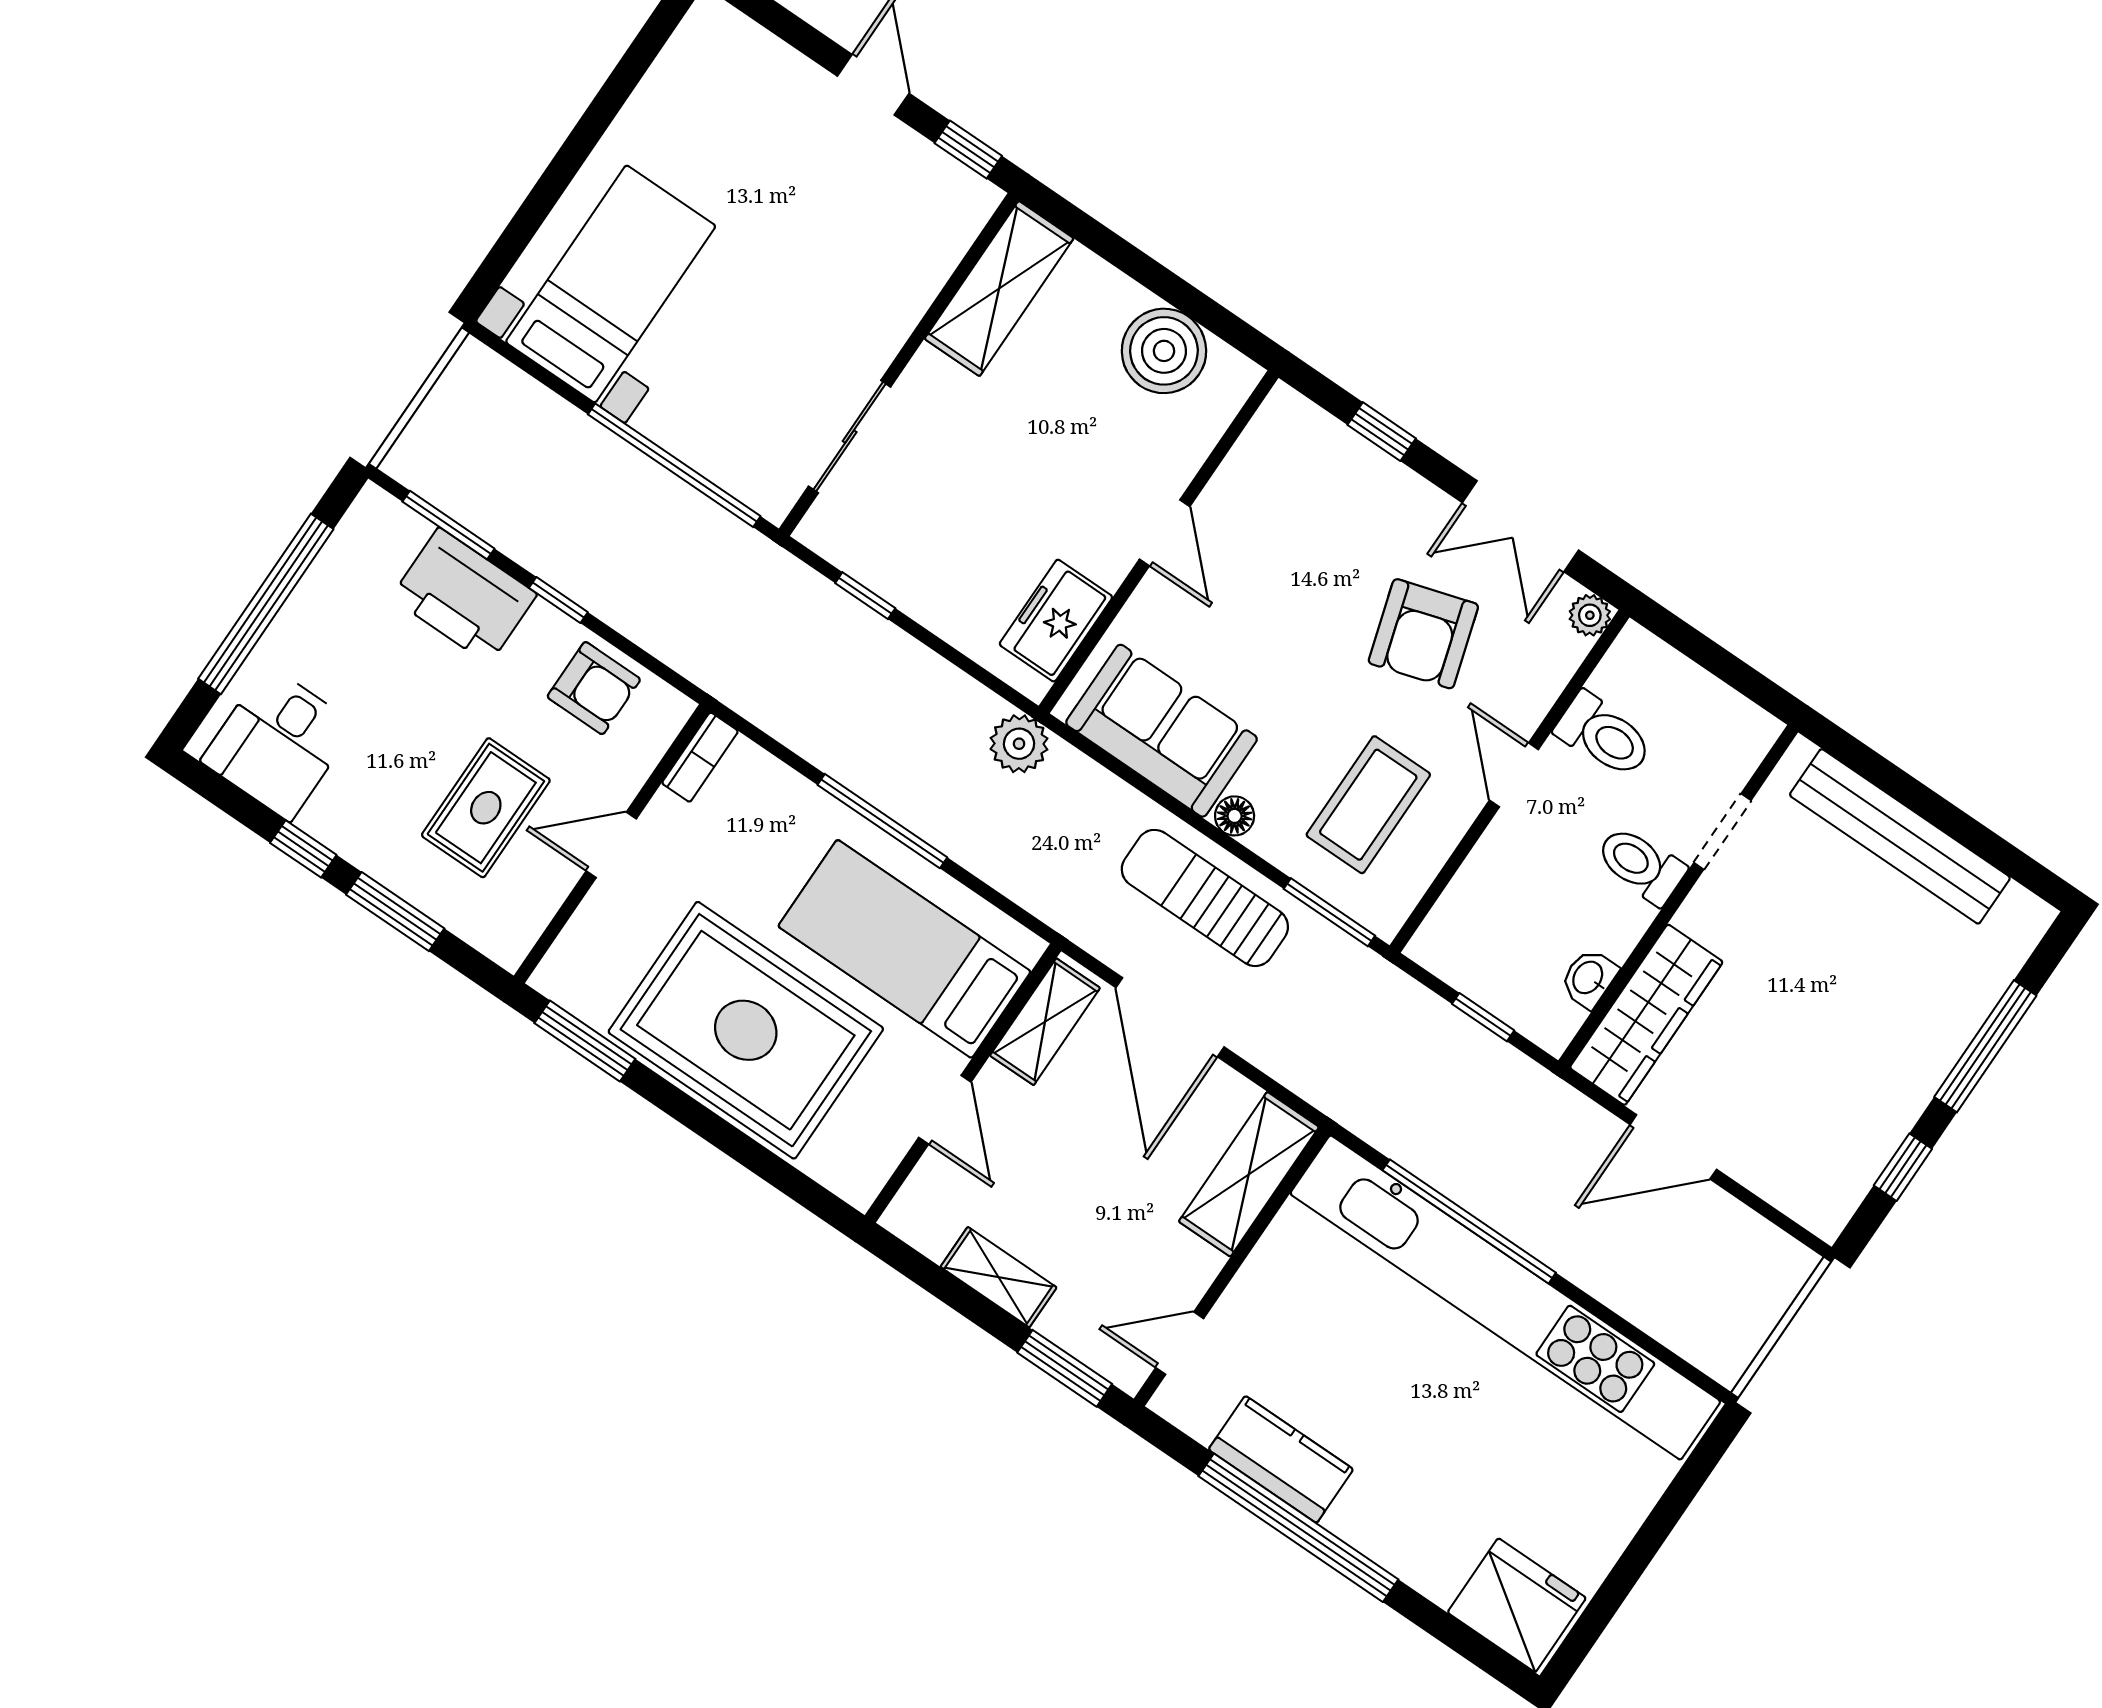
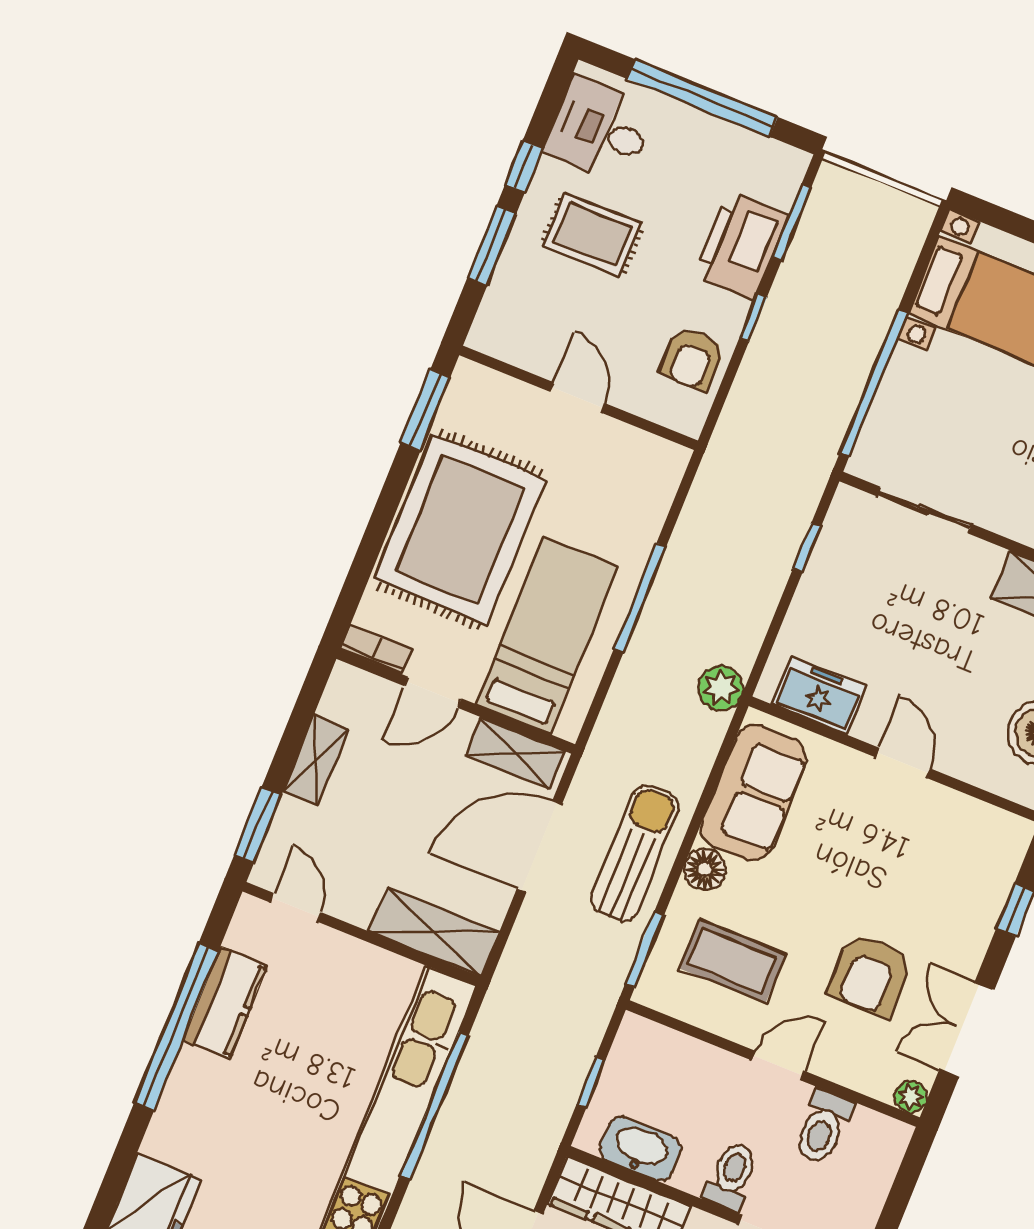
door: (1165, 533) -> (903, 763), swing flipped
armchair: (1423, 634) -> (870, 974), turned -73
bookcase: (700, 757) -> (376, 649), moved, turned 180
rug: (486, 808) -> (592, 235), moved
floor lamp: (1235, 816) -> (705, 869), width x1.37, depth x1.37
washbasin: (1589, 978) -> (640, 1149), width x1.91, depth x1.45

